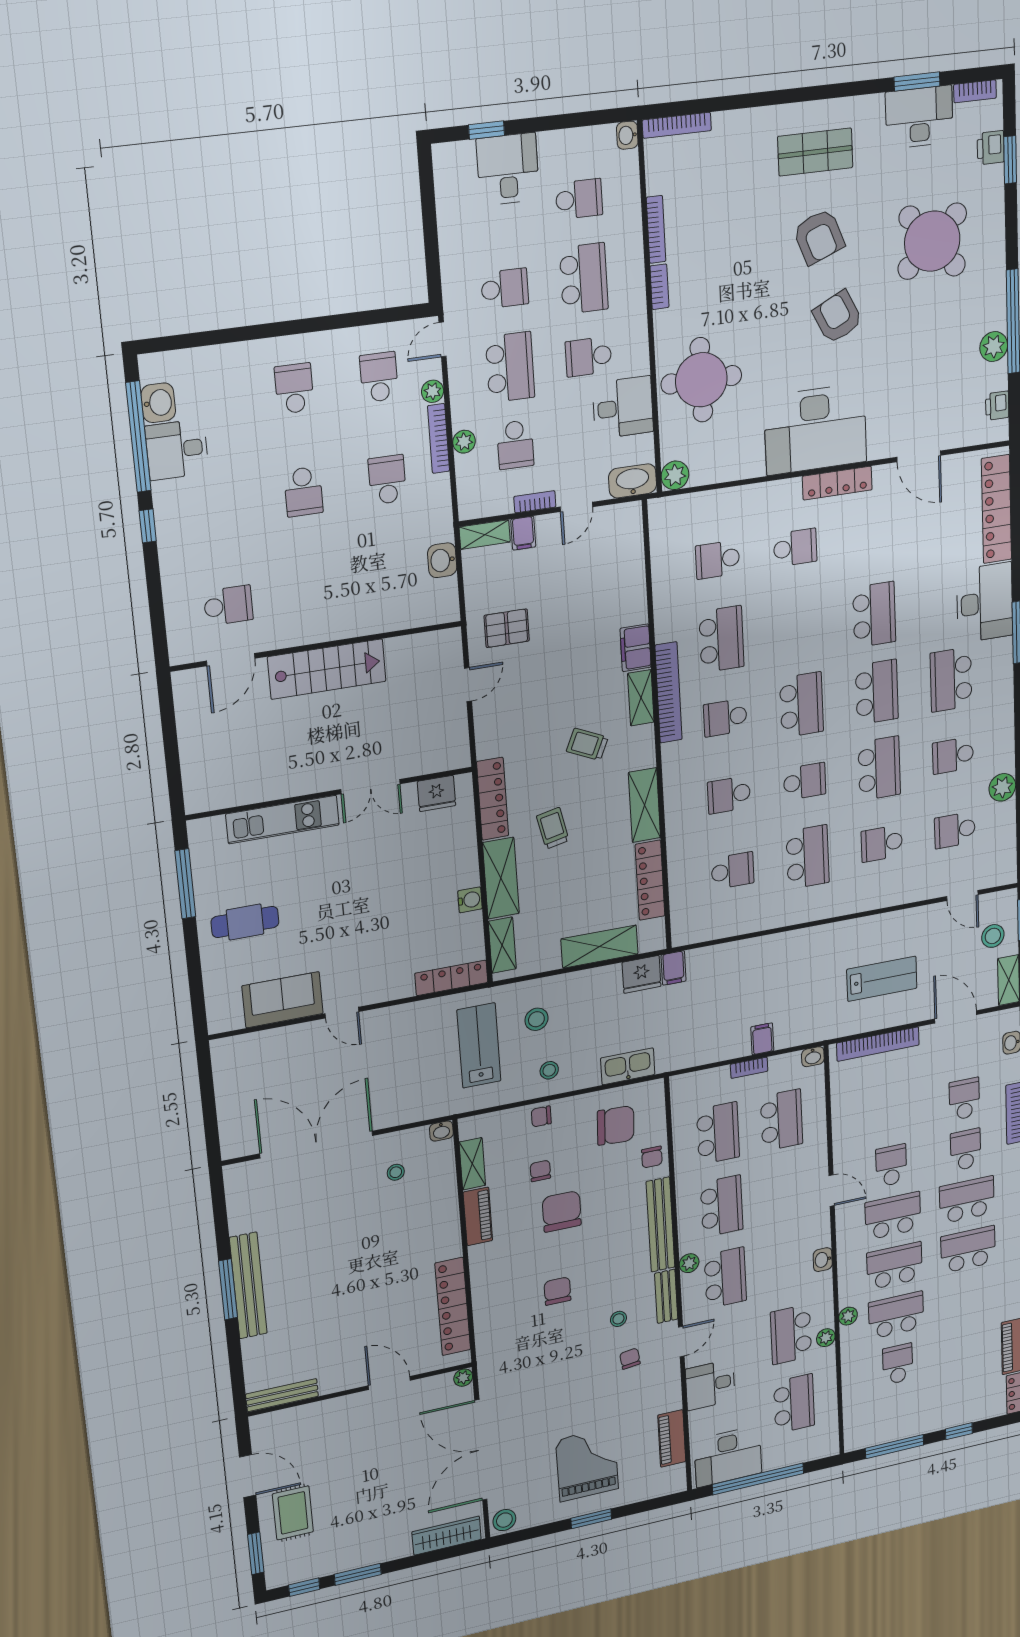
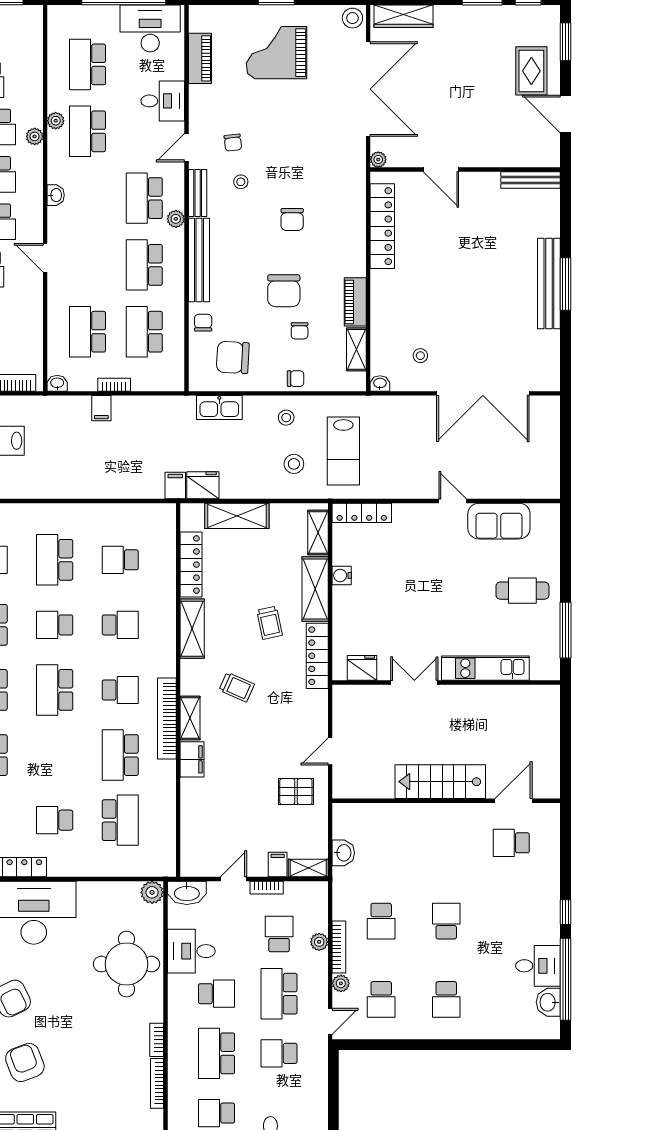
school desk: (718, 560) -> (120, 820), width x1.85
school desk: (791, 1334) -> (87, 131), turned 180
grand piano: (587, 1464) -> (277, 53), turned 90

